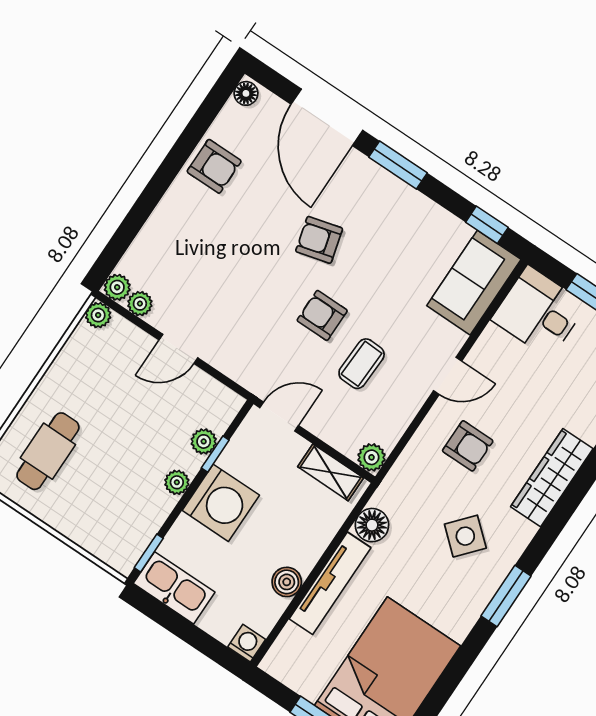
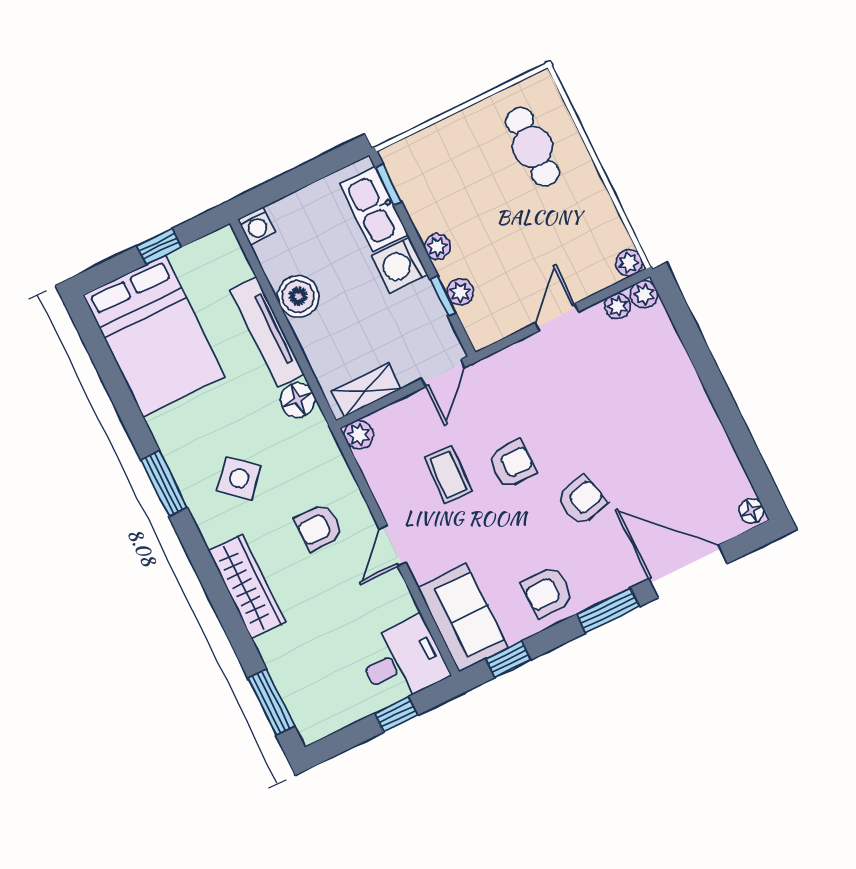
armchair: (214, 166) -> (548, 592), moved
washing machine: (221, 503) -> (400, 265), width x0.73, depth x0.73
boiler: (287, 582) -> (298, 296), width x1.36, depth x1.36
kitchen sink: (174, 588) -> (374, 209), moved, turned 90

